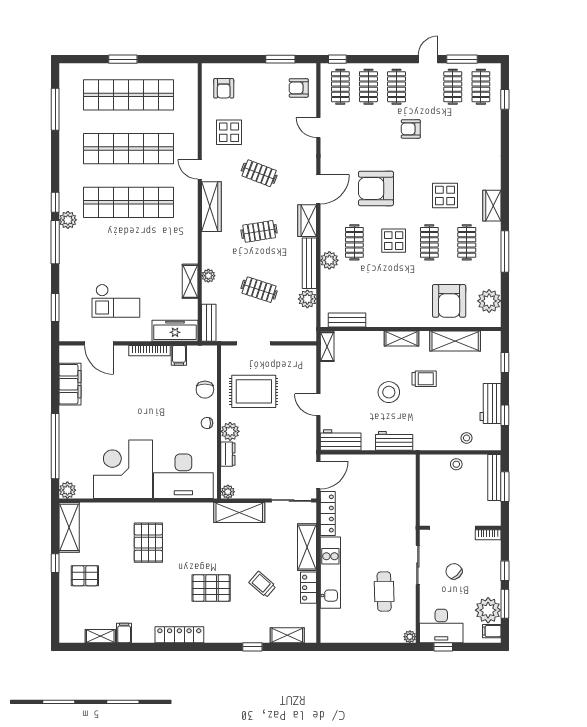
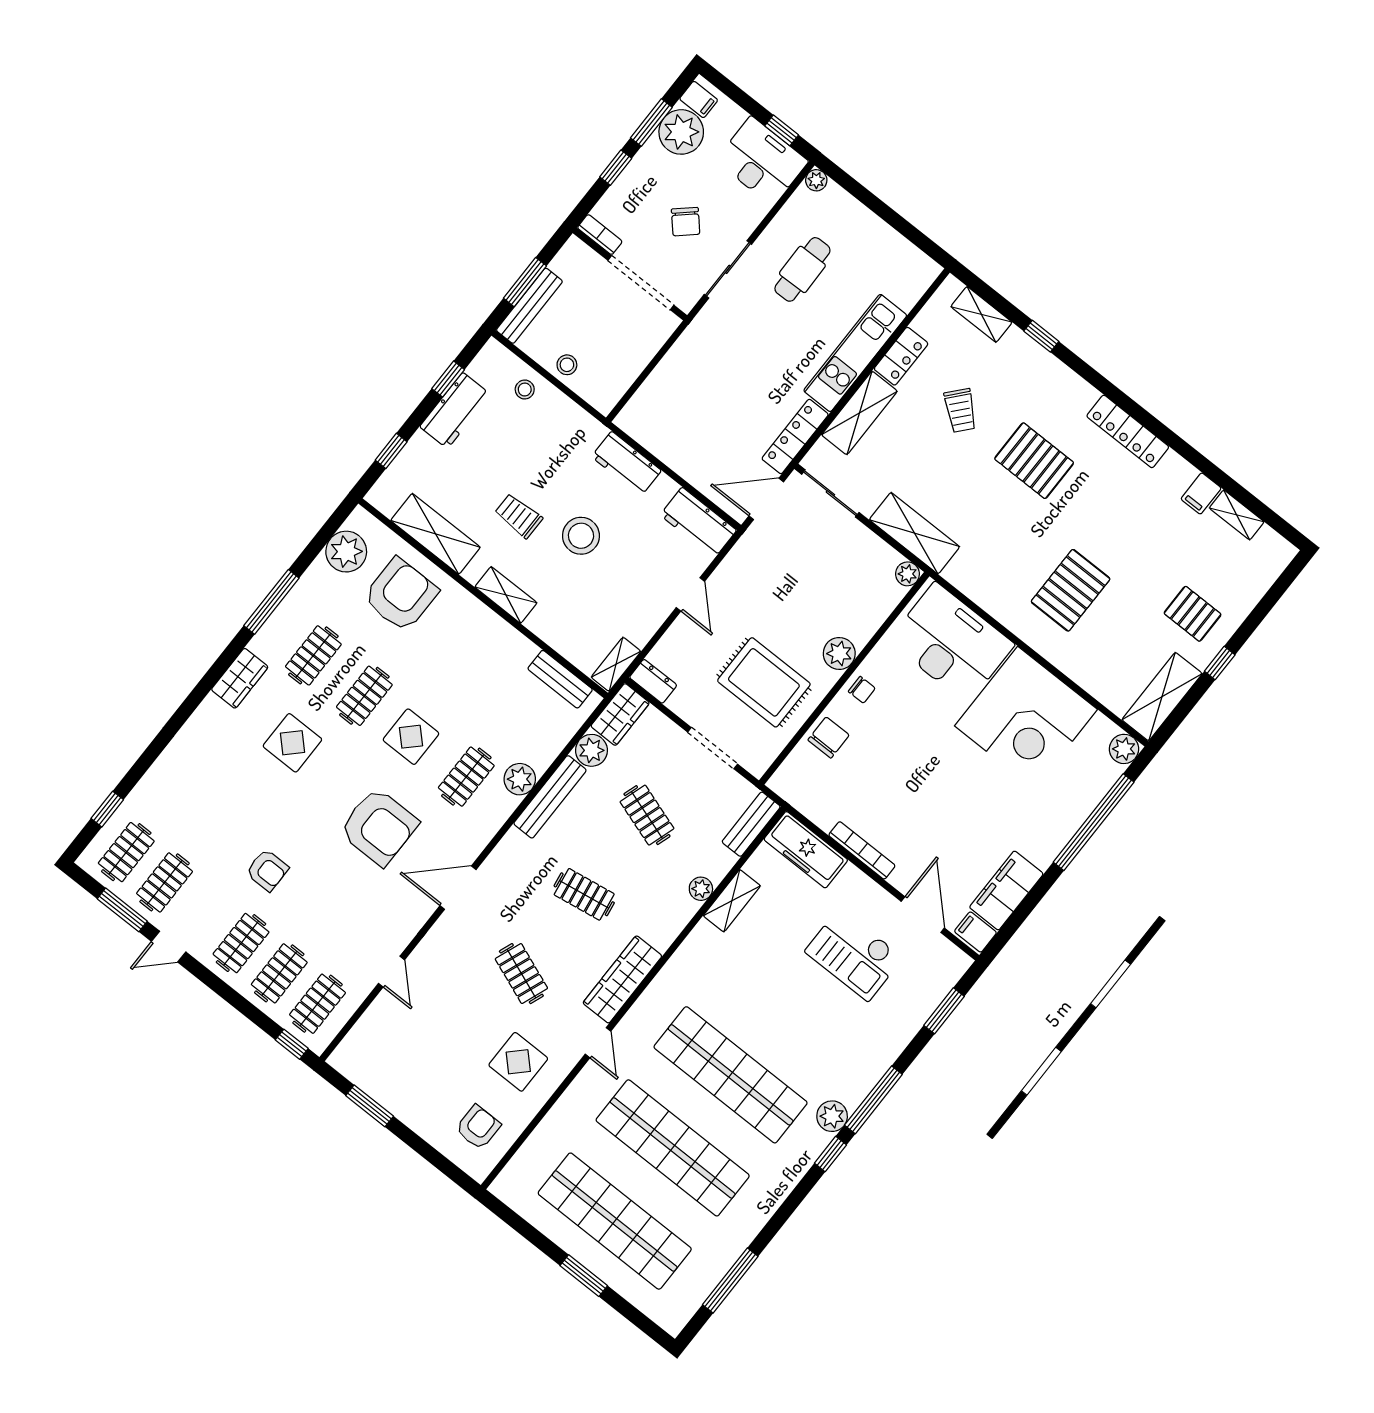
armchair: (299, 88) -> (376, 1047), removed
wardrobe: (307, 221) -> (620, 714), moved
checkout: (116, 301) -> (854, 954), turned 180
filing cabinet: (179, 355) -> (975, 932), moved, turned -90
dresser: (228, 454) -> (653, 681), moved, turned 90

